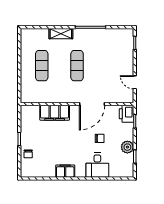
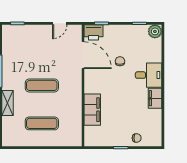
door: (92, 104) -> (83, 55), moved
plant: (127, 147) -> (155, 31), moved
desk: (97, 165) -> (149, 75), moved

